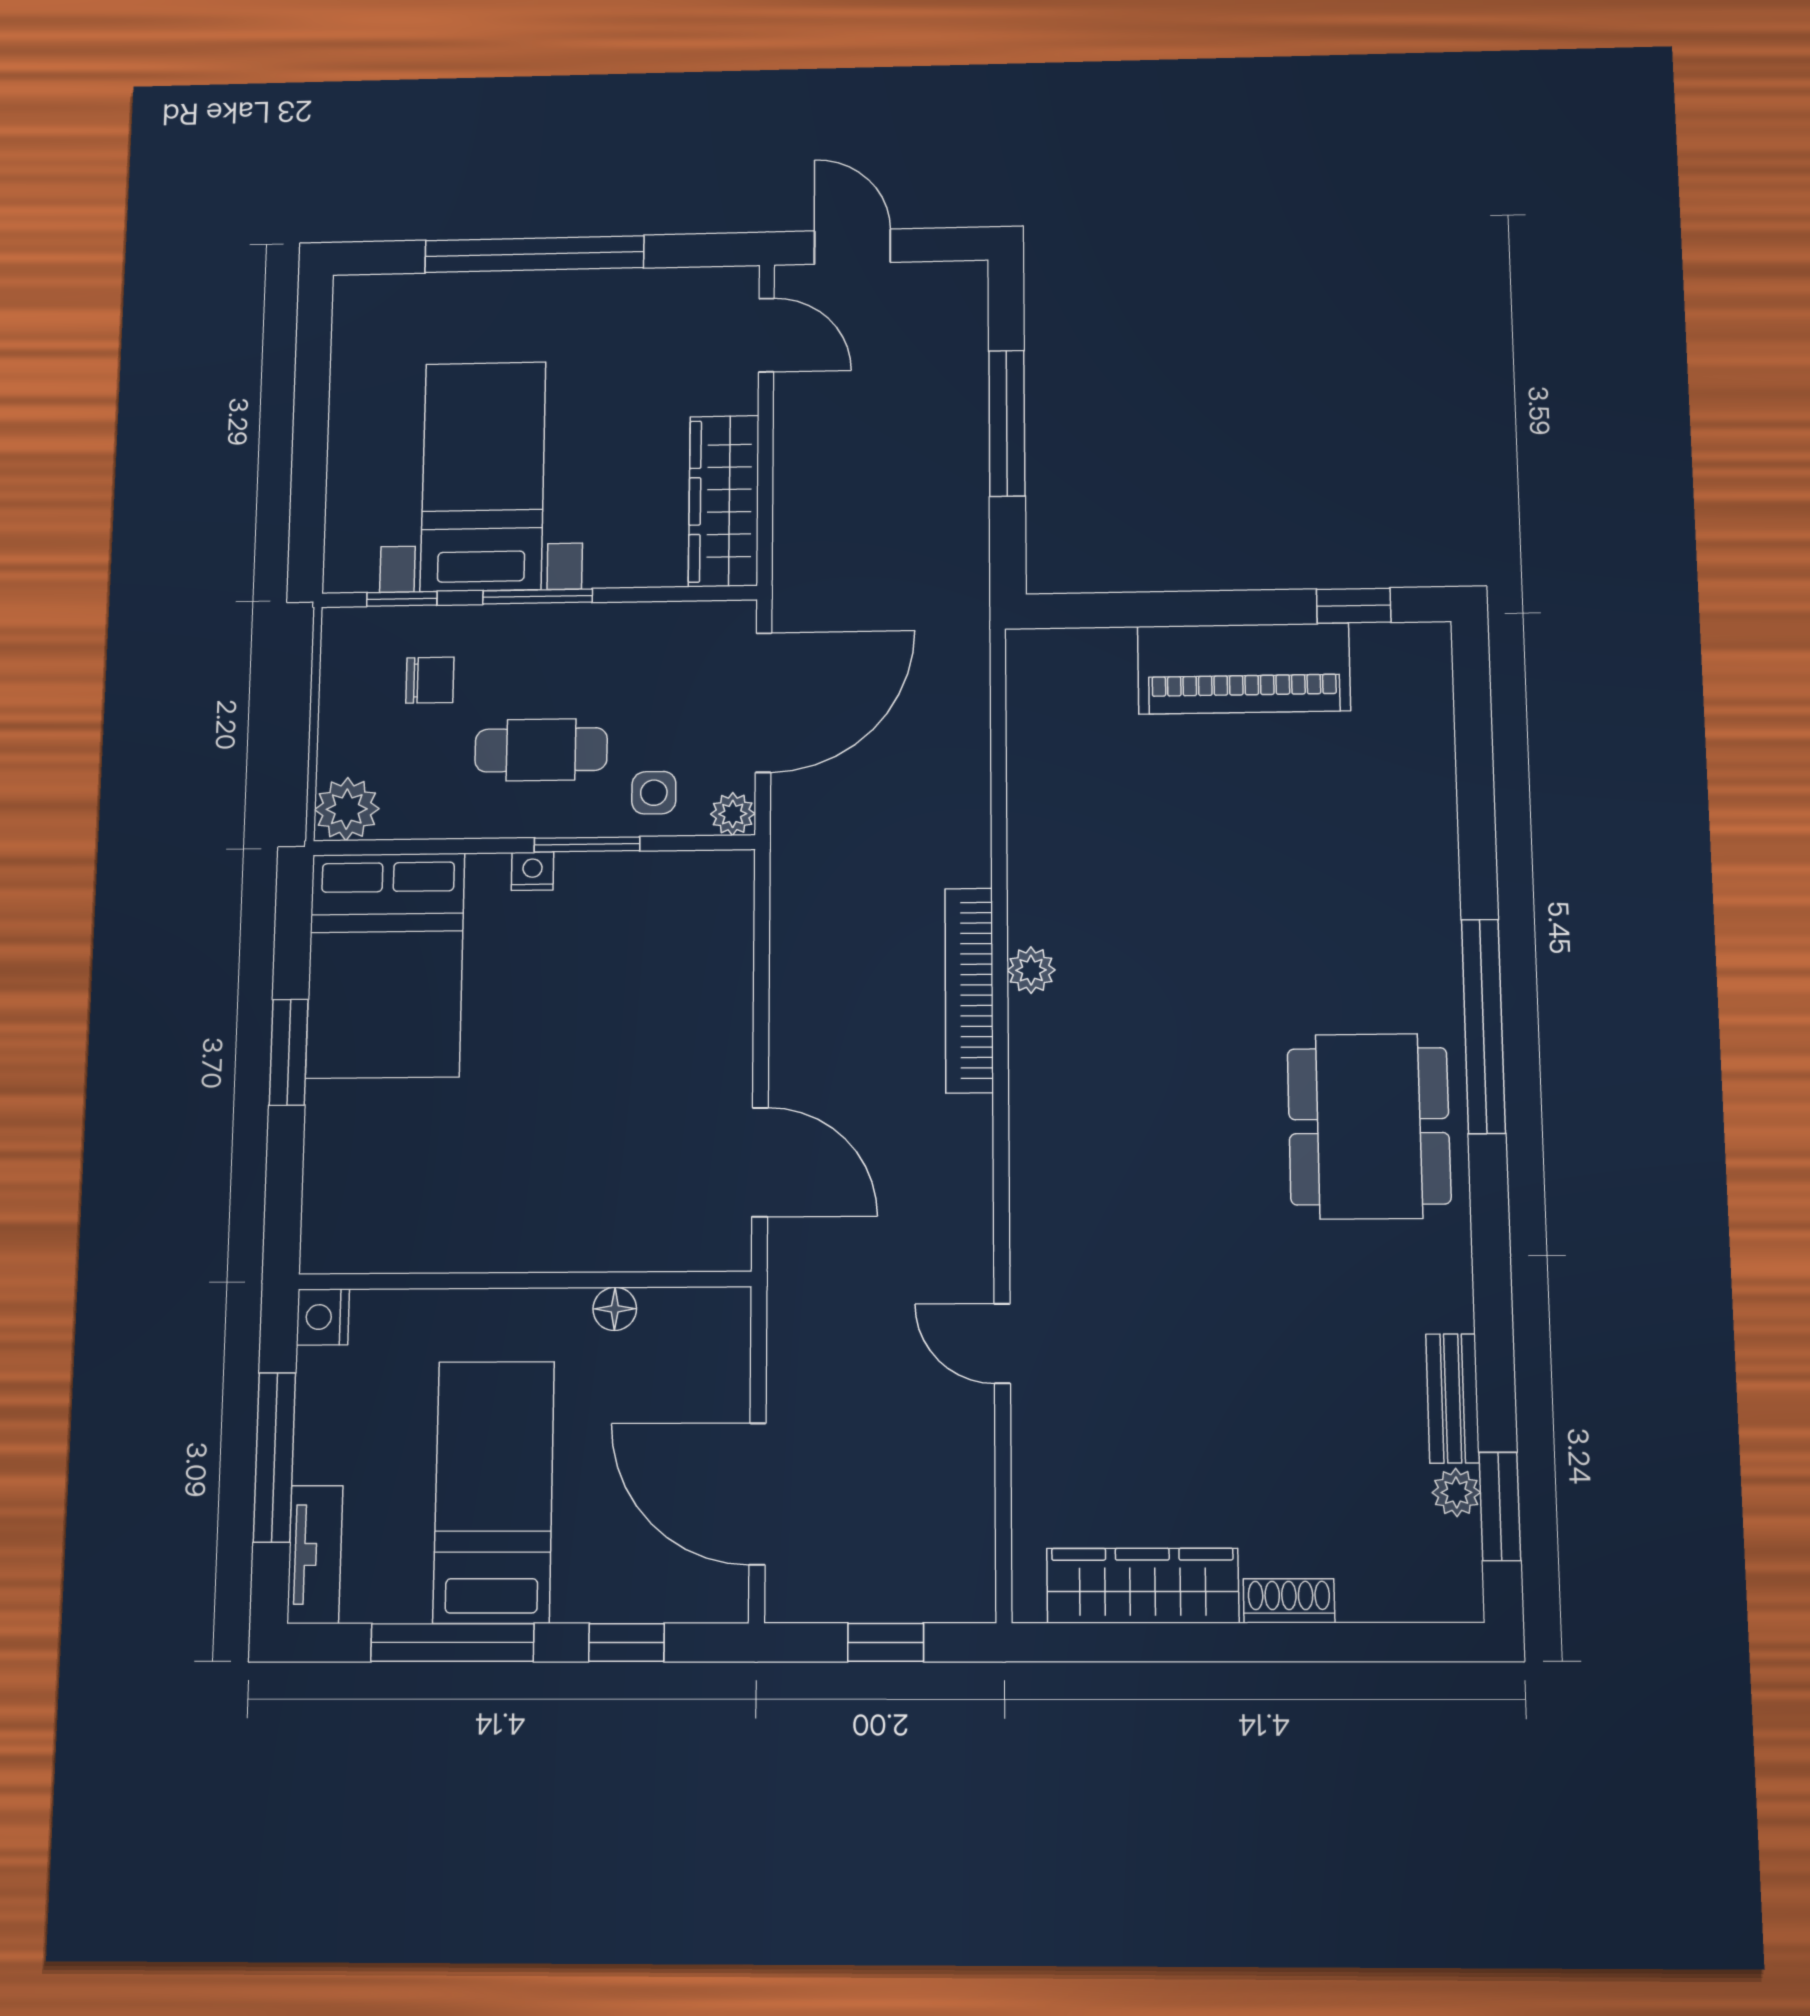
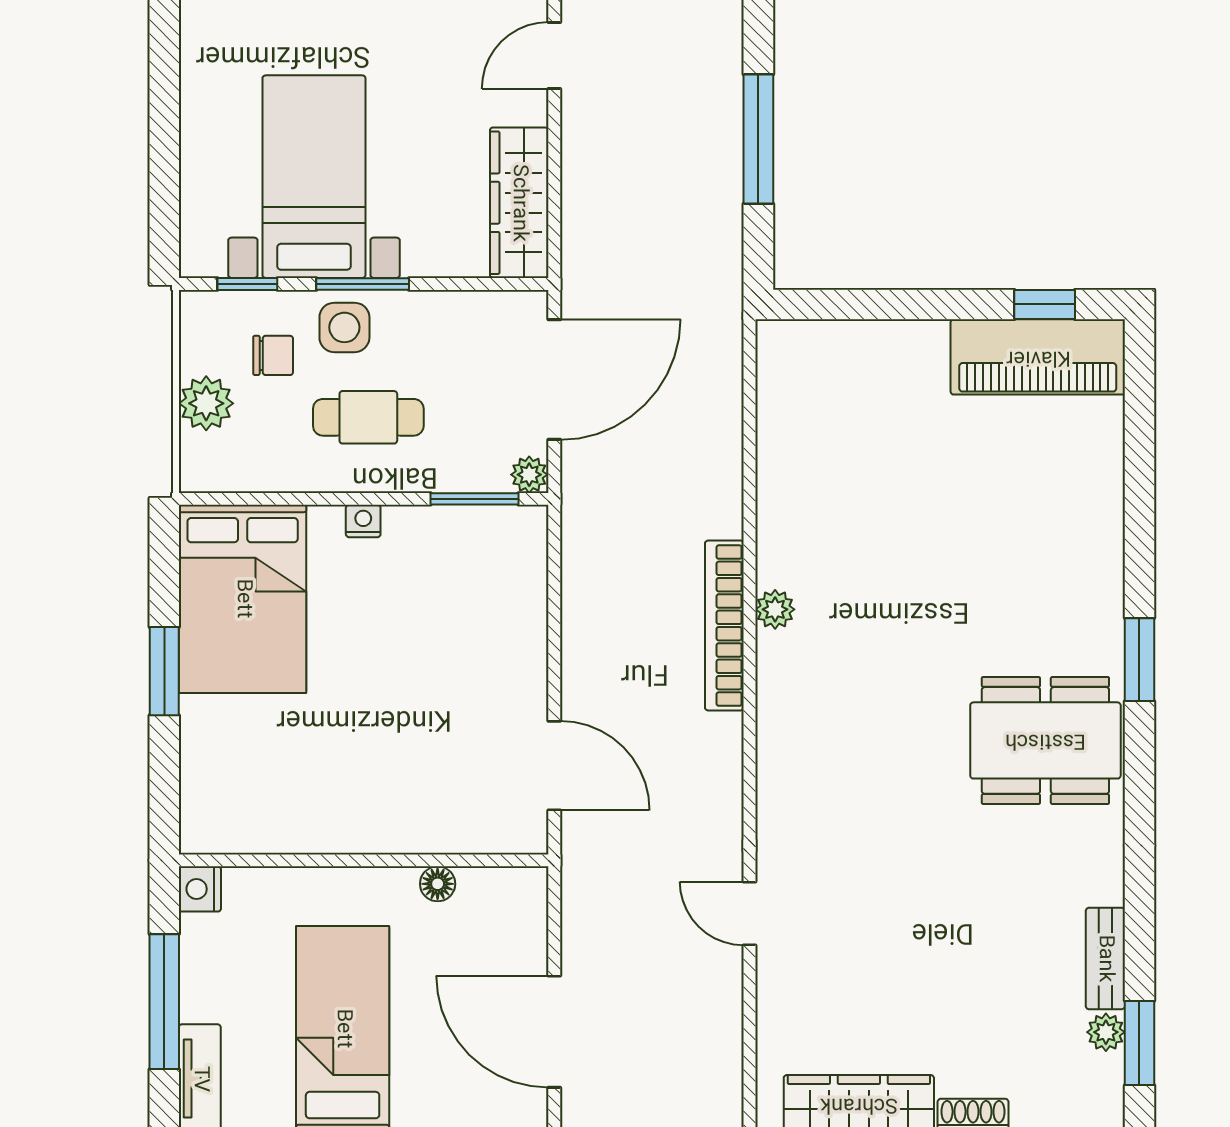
door: (766, 335) -> (554, 55), swing flipped
piano: (1244, 669) -> (1038, 357), moved
side table: (654, 793) -> (344, 327), moved, width x1.37, depth x1.37
plant: (347, 809) -> (206, 403), moved
window: (587, 844) -> (475, 499), moved
window: (1483, 1026) -> (1139, 660), width x0.47
dining table: (1369, 1126) -> (1045, 740), turned 90

